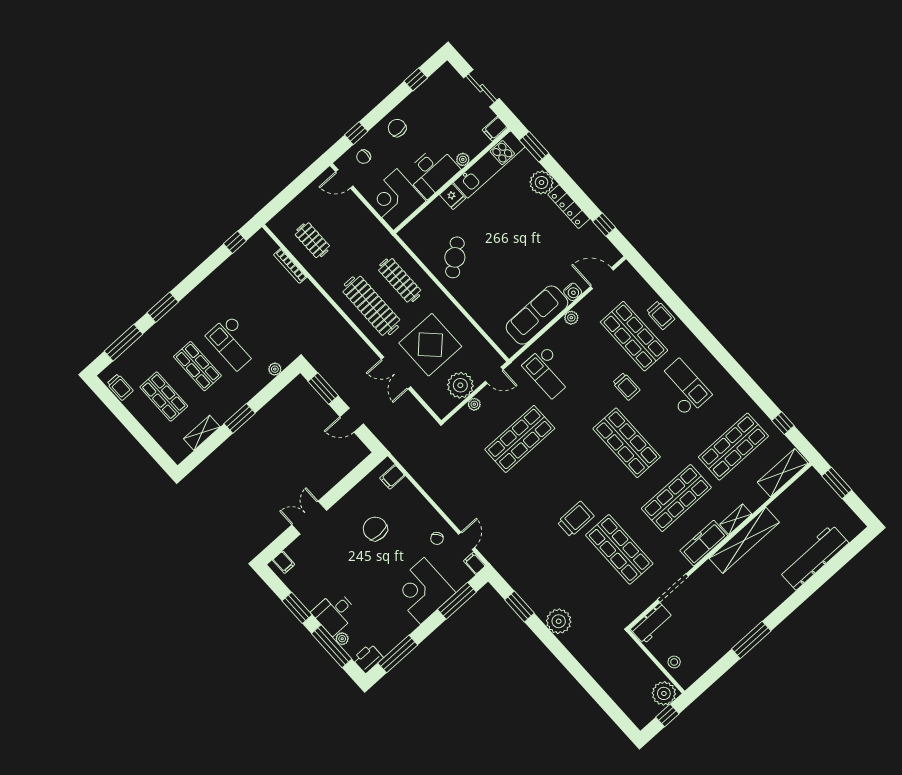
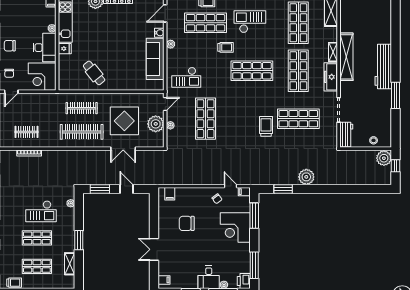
door: (352, 420) -> (126, 189), swing flipped
workbench: (814, 557) -> (383, 67), moved

